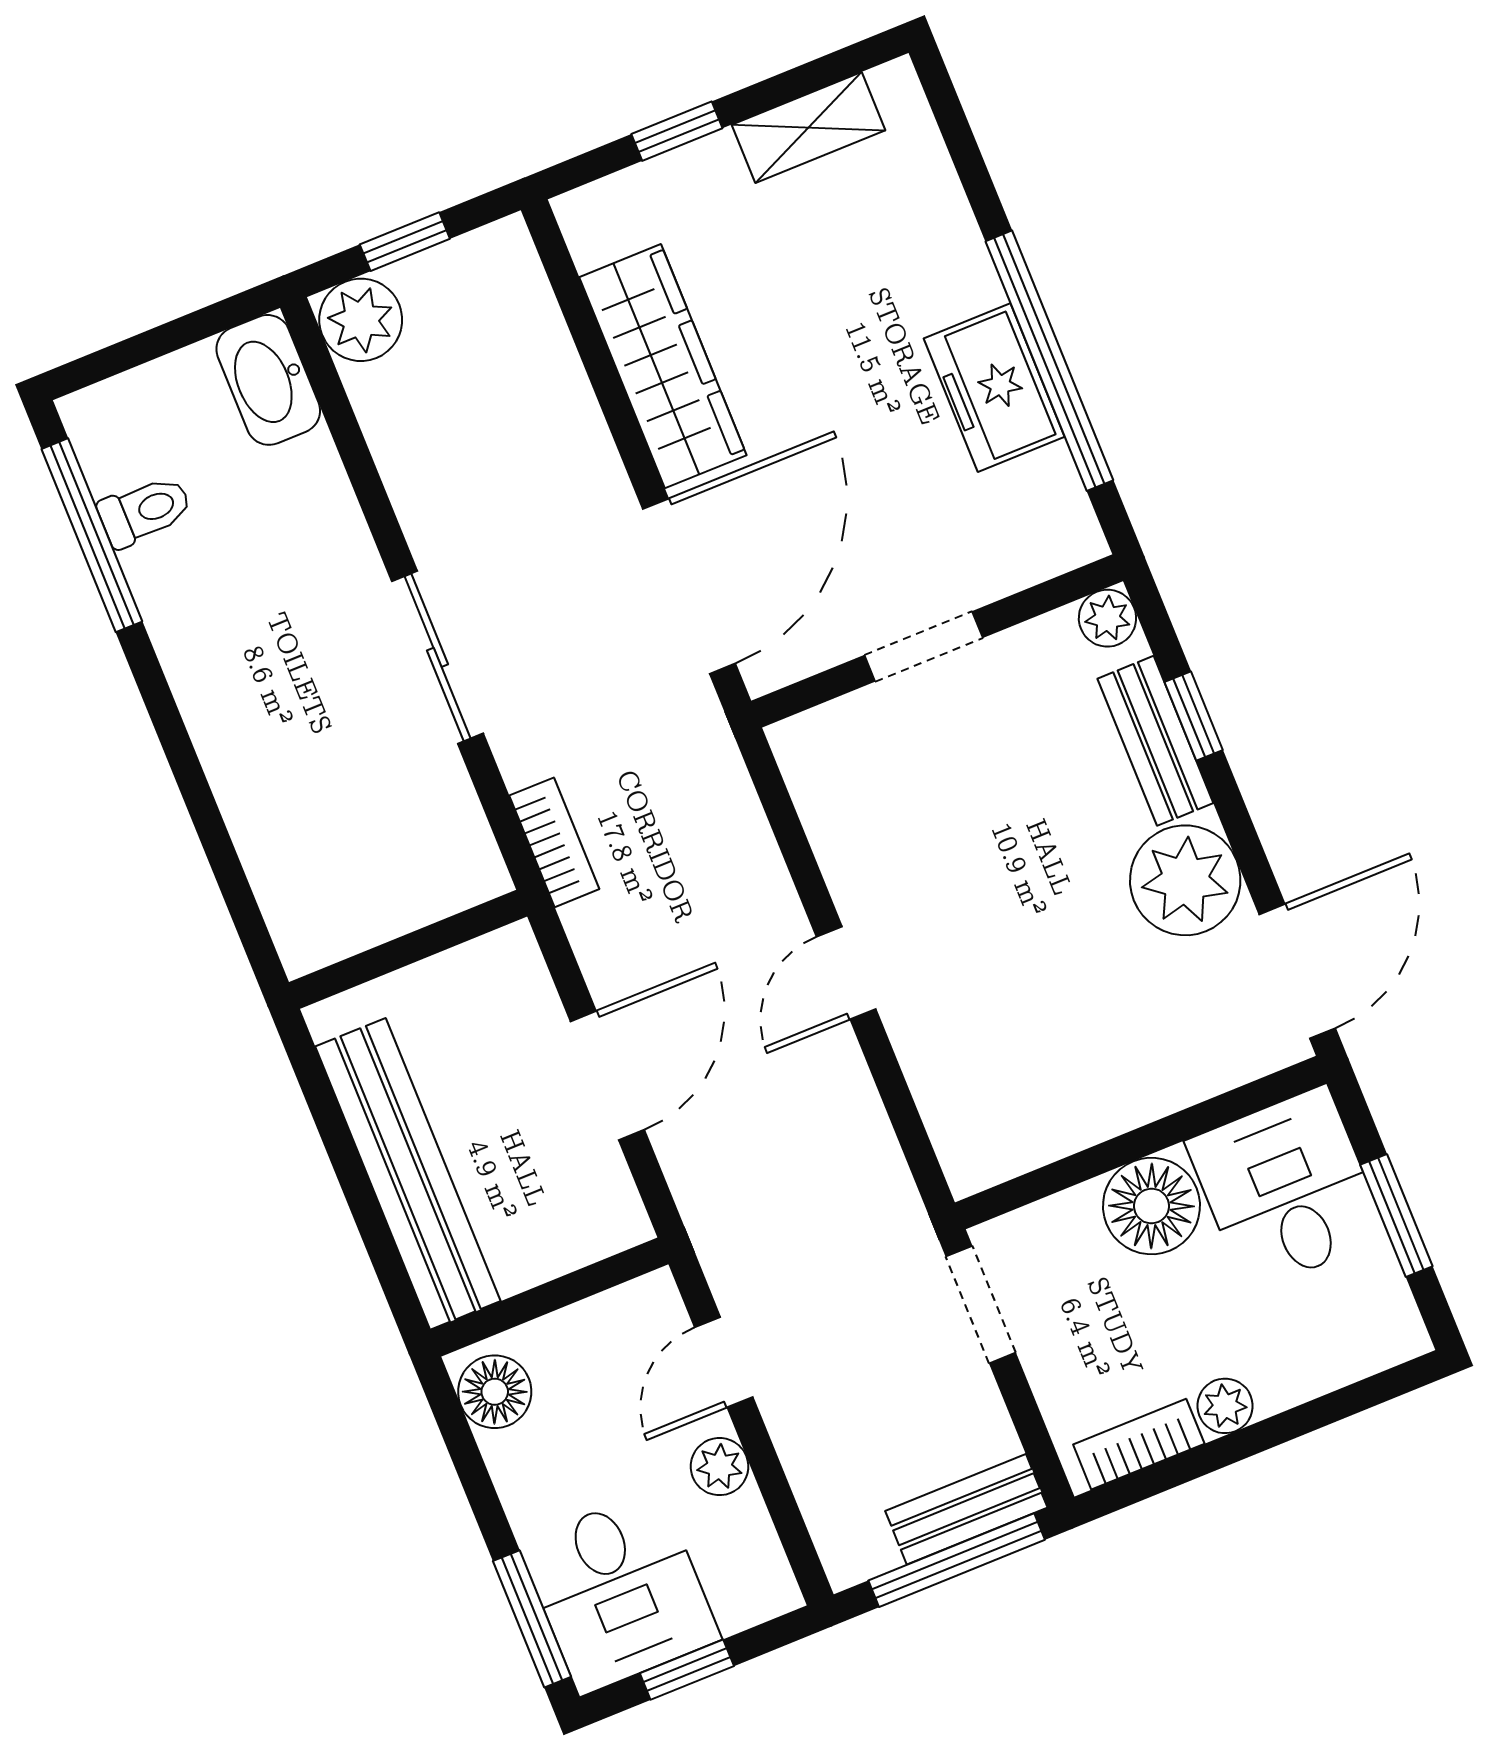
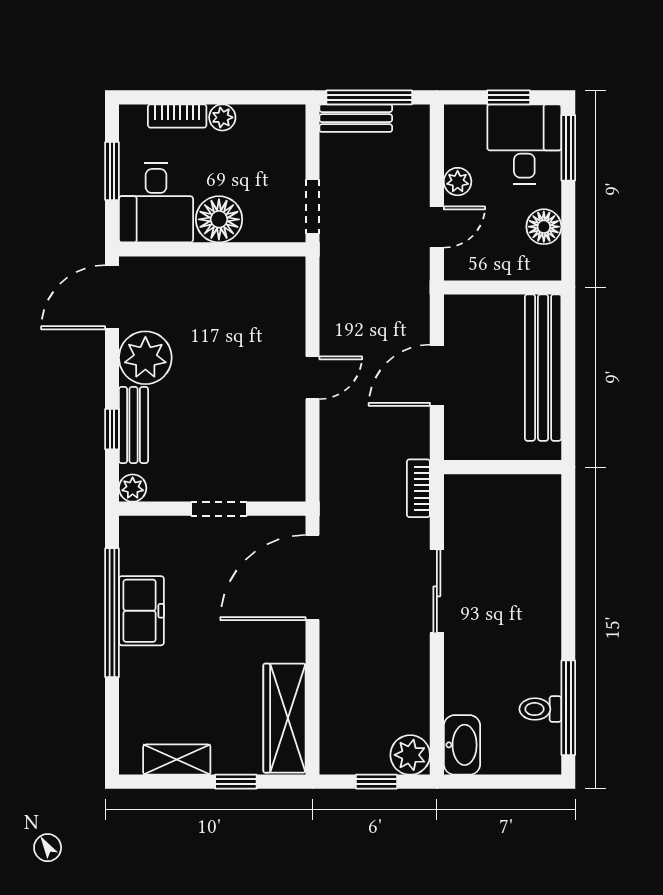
wardrobe: (663, 366) -> (284, 718), moved
floor lamp: (495, 1392) -> (544, 227), moved
bookcase: (1139, 1444) -> (177, 116), moved

